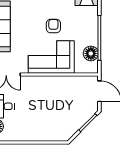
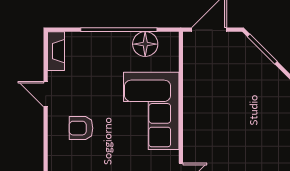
armchair: (53, 26) -> (81, 128), moved

